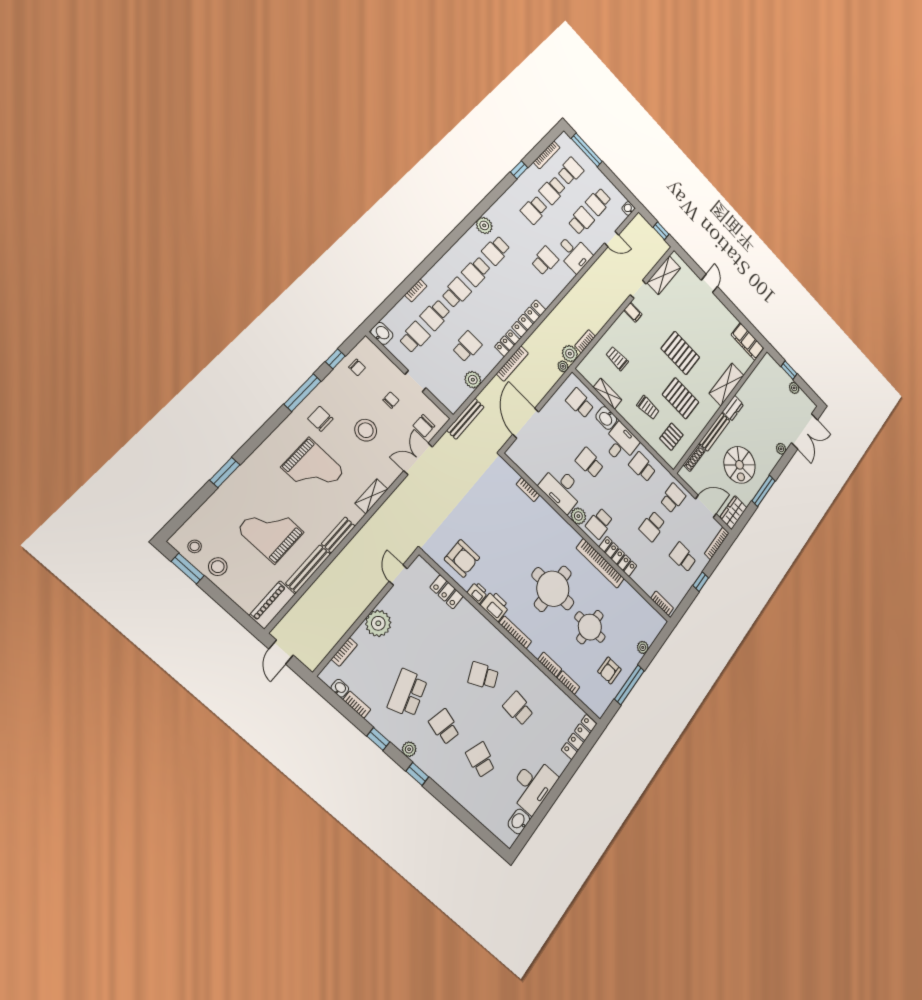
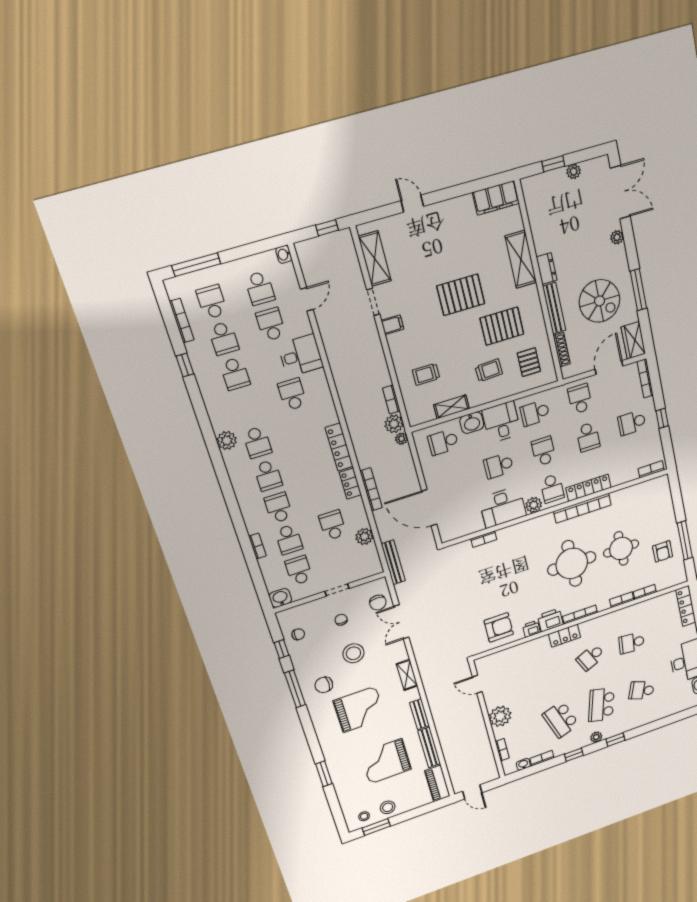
school desk: (621, 495) -> (544, 451), added
locker: (447, 592) -> (565, 636), moved
plant: (643, 647) -> (669, 510), removed
school desk: (444, 727) -> (601, 705), width x1.85

